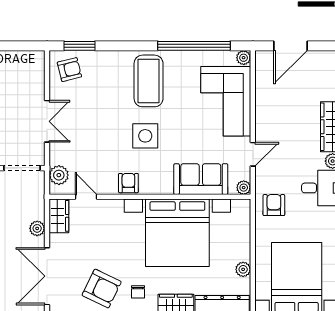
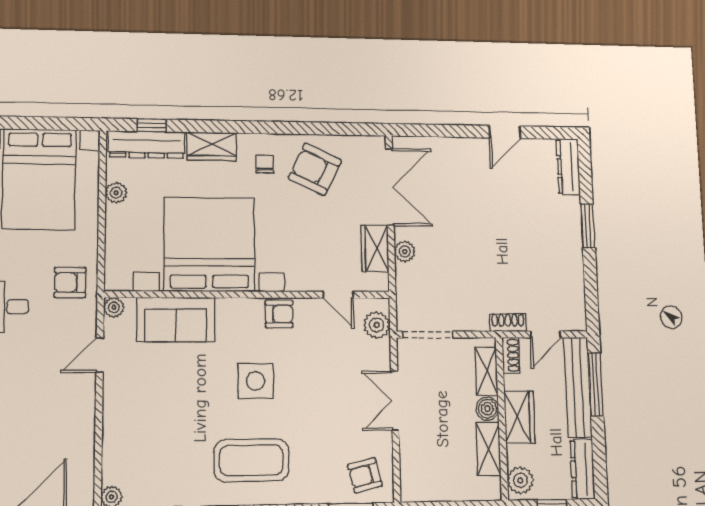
coffee table: (149, 81) -> (251, 460), turned 90
corner sofa: (226, 101) -> (139, 432), removed
armchair: (128, 183) -> (279, 314), turned -90
armchair: (274, 205) -> (70, 282), turned 90
wardrobe: (59, 216) -> (375, 248), moved

